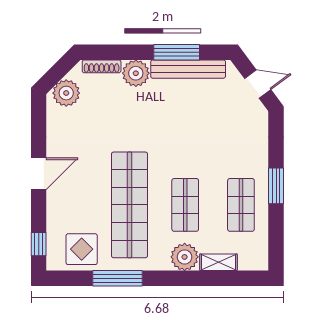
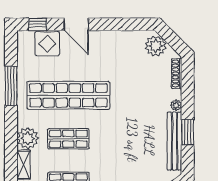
window: (177, 52) -> (188, 132), width x0.69
plant: (136, 73) -> (176, 105), width x0.53, depth x0.53
door: (39, 174) -> (76, 24), moved
display table: (82, 249) -> (47, 44), moved

